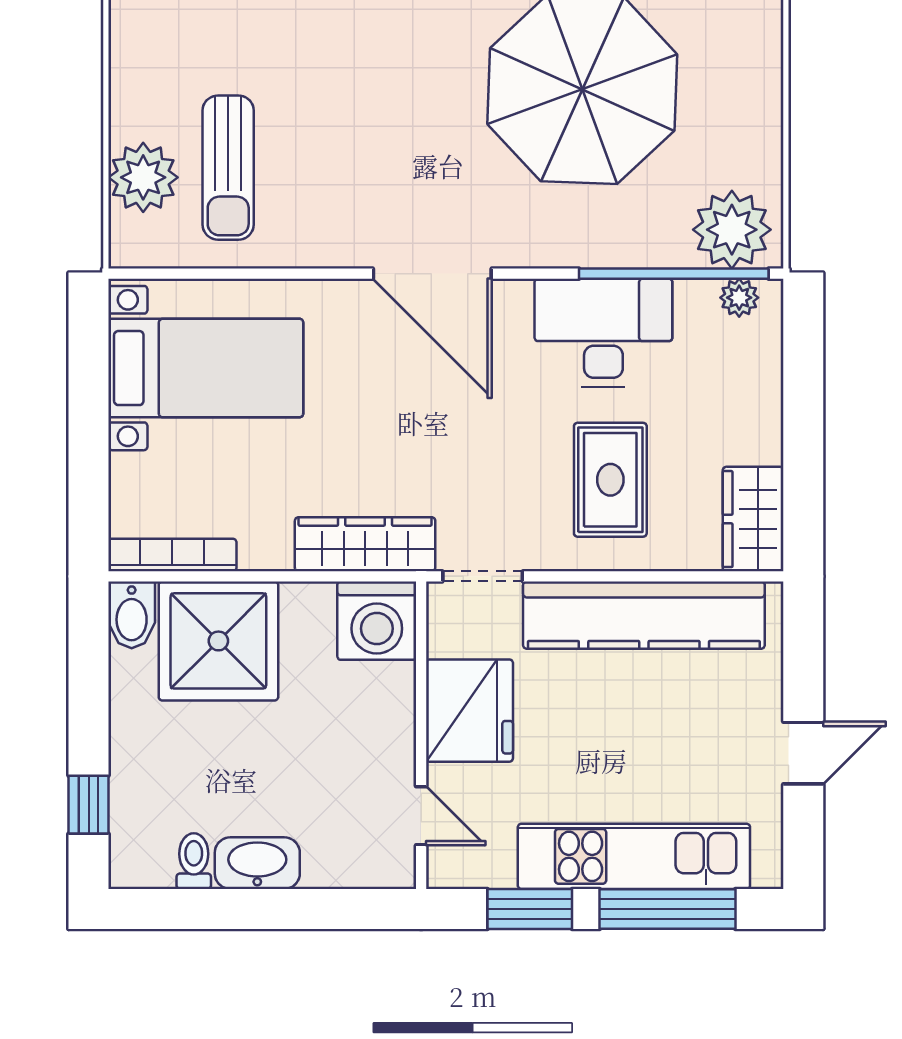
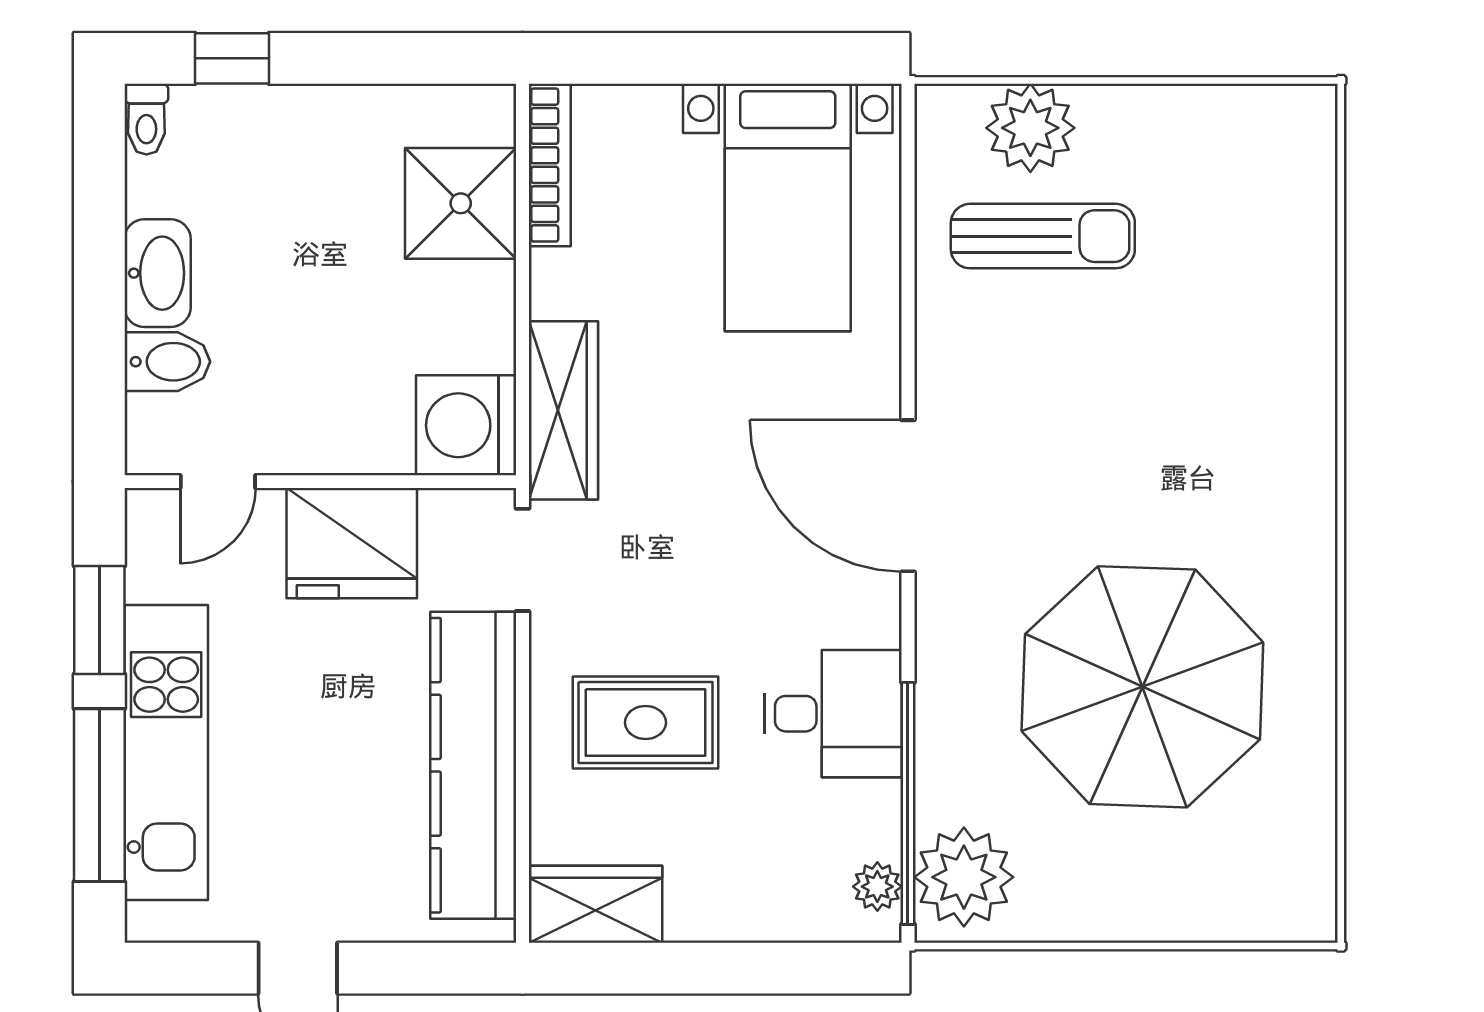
sun lounger: (228, 168) -> (1043, 236), turned 180
door: (432, 274) -> (908, 496), hinge flipped
desk: (603, 333) -> (833, 714), width x0.73
bidet: (132, 615) -> (167, 362), moved, turned 180
shower: (218, 641) -> (461, 203), width x0.73, depth x0.73
toilet: (194, 861) -> (146, 119), moved, turned 90

